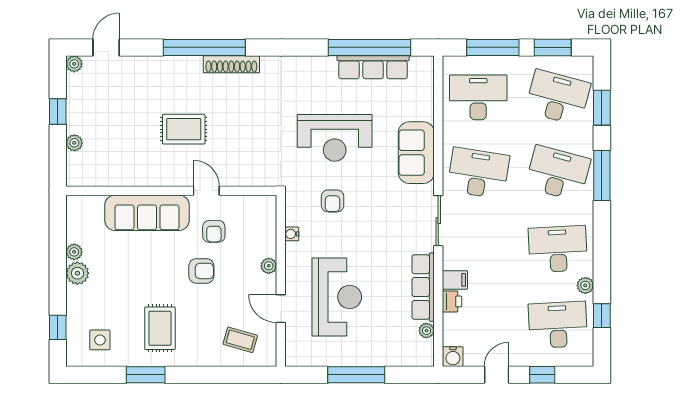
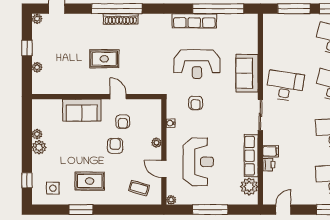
shoe rack: (231, 64) -> (121, 19), moved
row of seats: (373, 67) -> (194, 21), moved
desk: (478, 97) -> (285, 39), removed
sofa: (147, 213) -> (82, 110), width x0.73
armchair: (201, 271) -> (115, 146), turned -90
rug: (160, 328) -> (90, 181), turned 90
plant: (426, 331) -> (249, 187), width x1.88, depth x1.88
water cooler: (453, 357) -> (270, 198), removed
plant: (293, 359) -> (171, 200), added
door: (497, 375) -> (283, 210), moved

